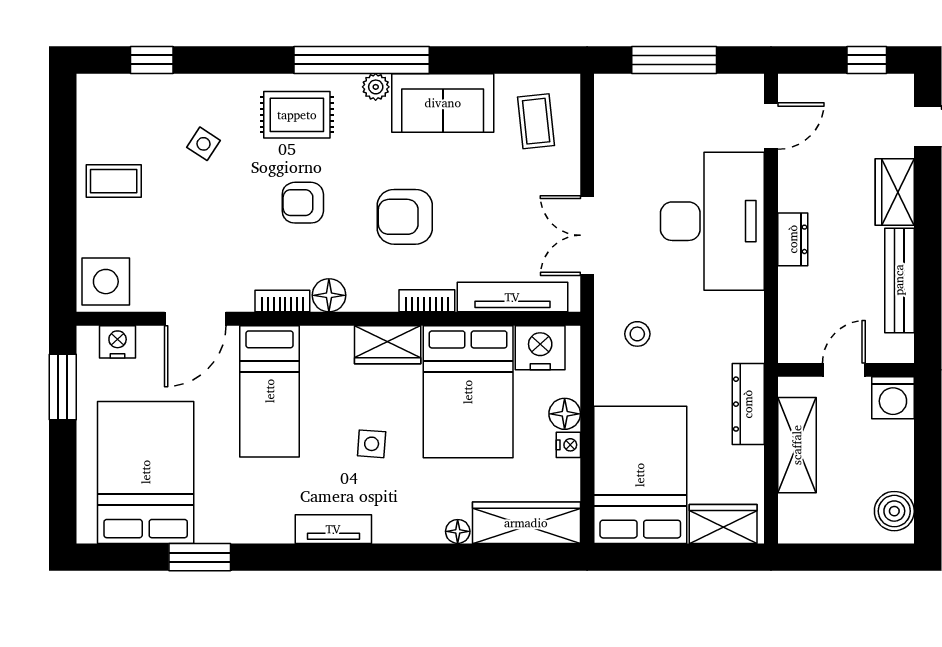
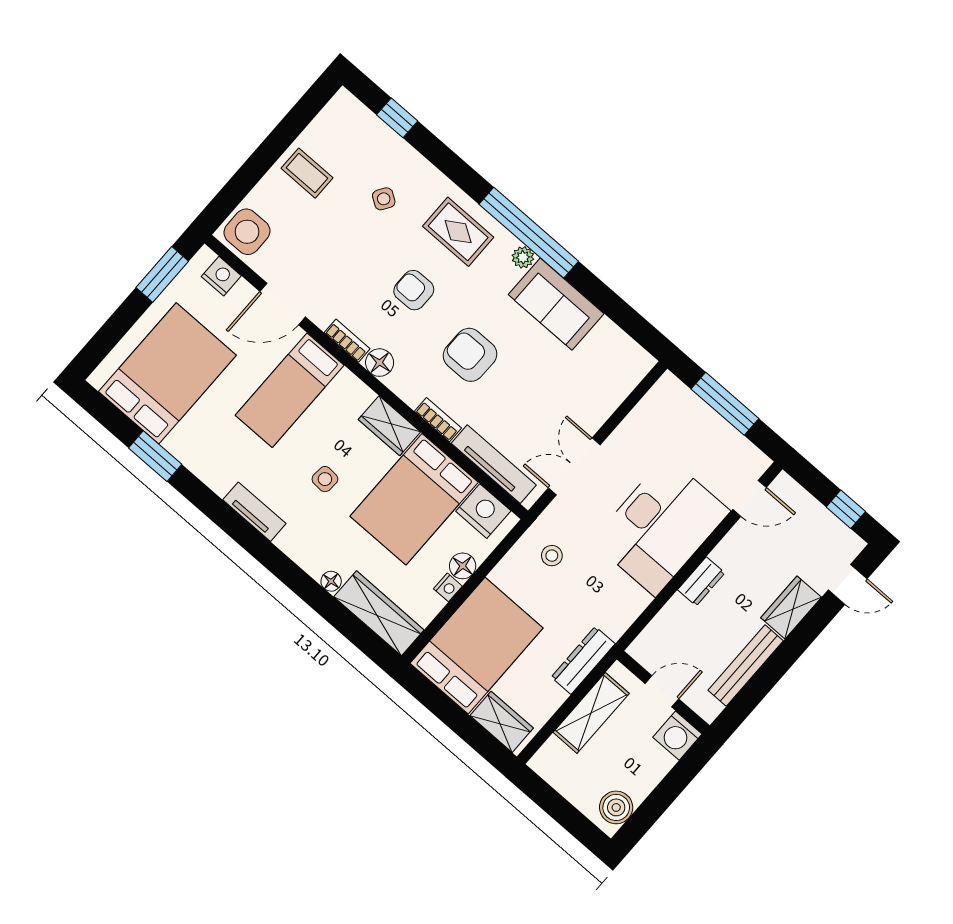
coffee table: (536, 121) -> (605, 367), removed

